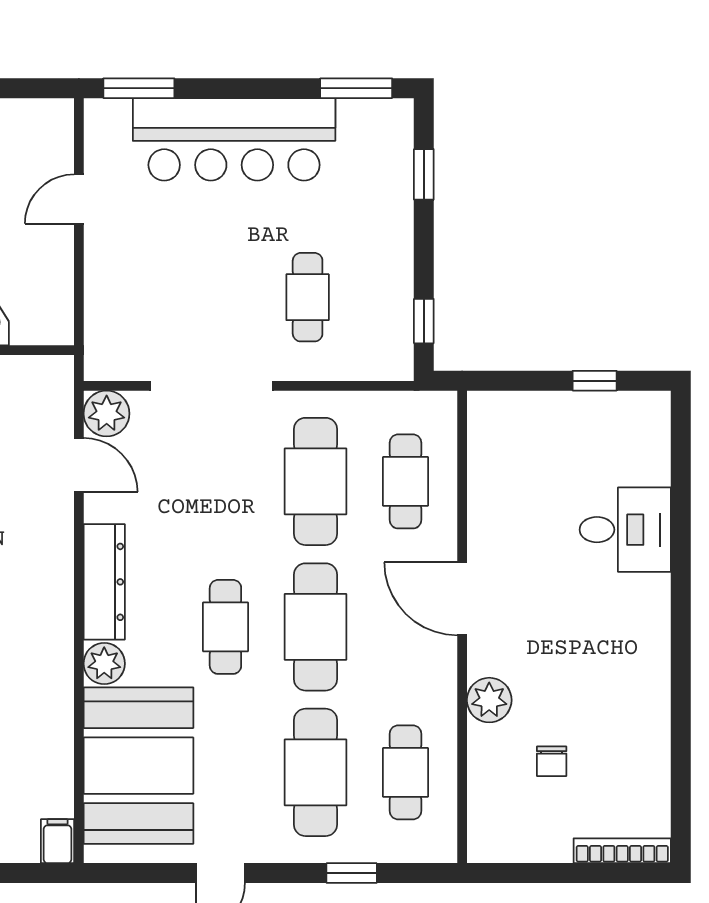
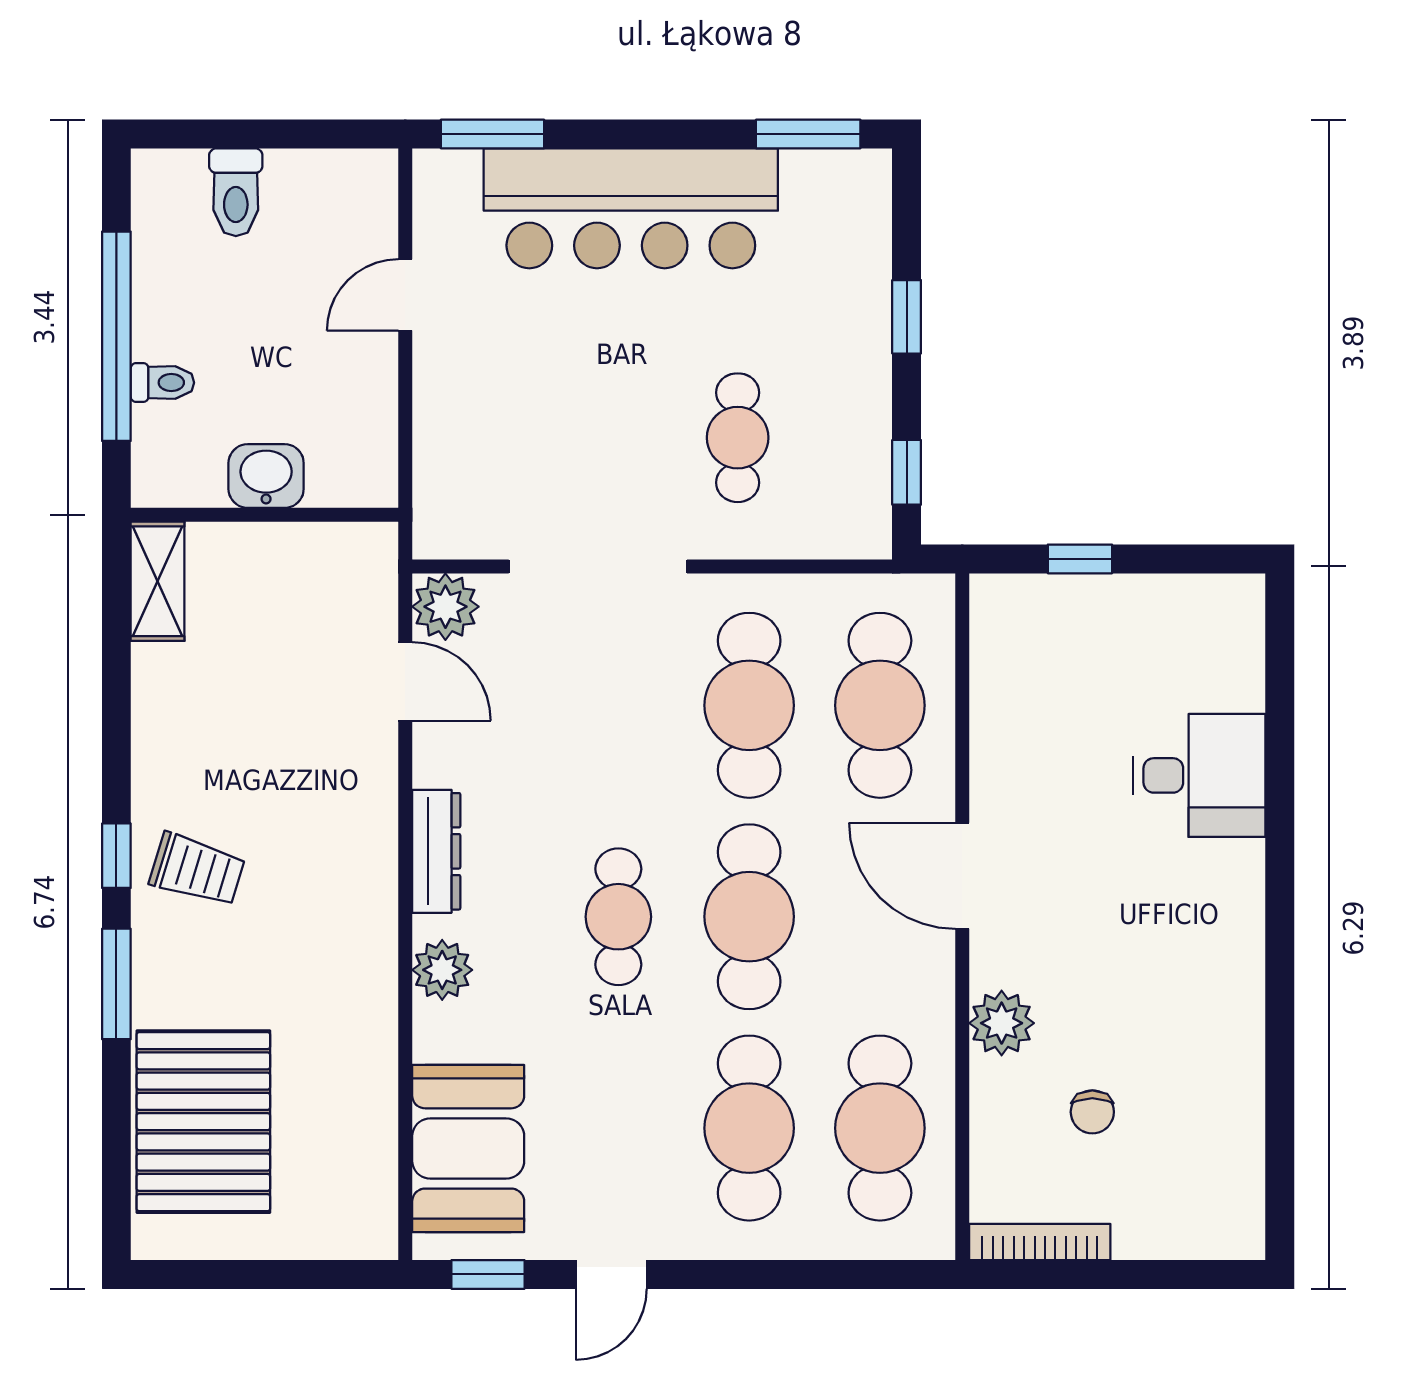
window: (424, 174) -> (907, 317), moved
window: (595, 381) -> (1080, 559), moved
cafe table: (406, 481) -> (880, 705), width x1.37, depth x1.35
dresser: (104, 582) -> (436, 851), width x0.73, depth x0.80
booth: (138, 766) -> (468, 1148), width x0.73, depth x0.70
cafe table: (406, 772) -> (880, 1128), width x1.37, depth x1.35
filing cabinet: (57, 841) -> (374, 1228), removed
bookcase: (622, 851) -> (1040, 1242), moved
window: (352, 873) -> (488, 1274), moved

